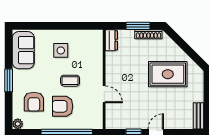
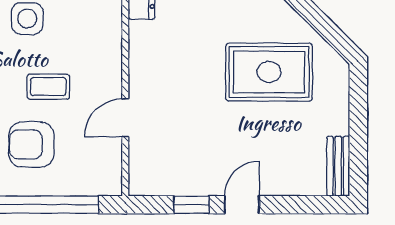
door: (104, 94) -> (125, 118), swing flipped

